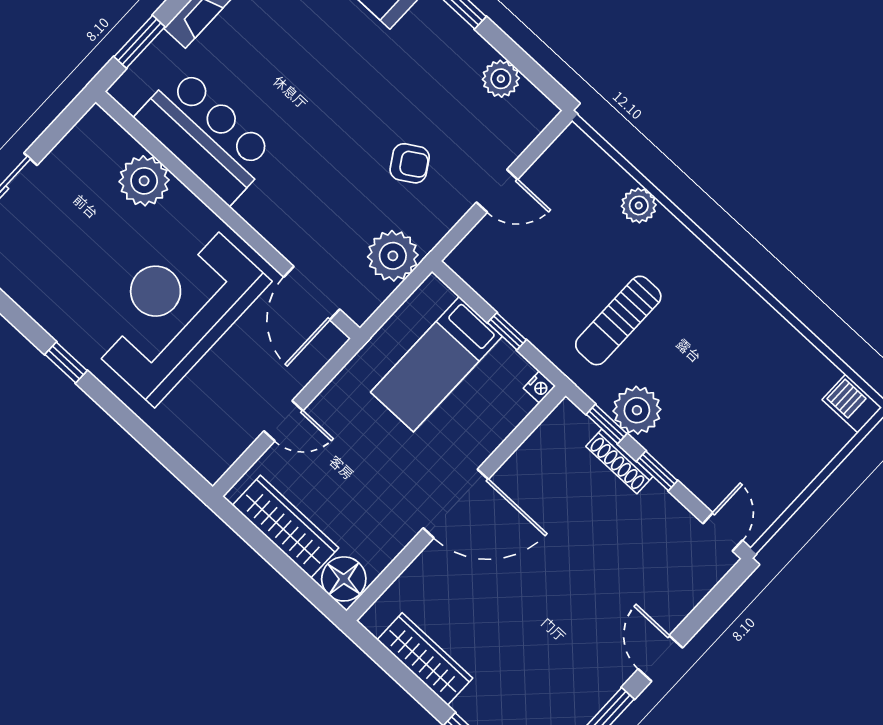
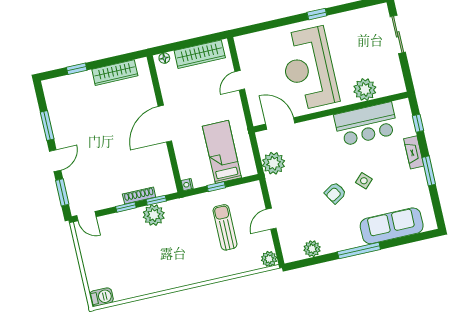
window: (140, 42) -> (418, 123), width x0.67
side table: (312, 69) -> (364, 181), added
armchair: (410, 163) -> (335, 193), moved
plant: (639, 205) -> (269, 259), moved
reception desk: (175, 309) -> (309, 68), turned 180
sun lounger: (618, 320) -> (225, 227), moved
floor lamp: (344, 579) -> (164, 58), width x0.53, depth x0.53
window: (709, 606) -> (62, 192), added
door: (660, 658) -> (55, 161), hinge flipped

